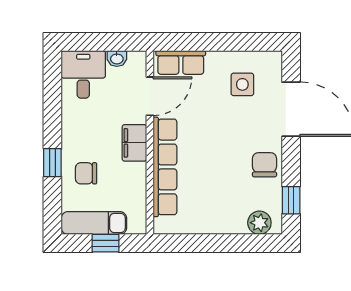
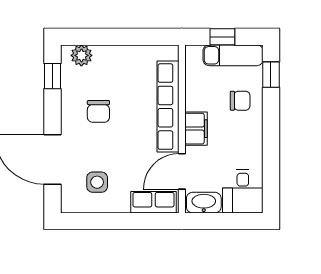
washbasin: (117, 58) -> (204, 203), width x1.91, depth x1.45
window: (52, 163) -> (271, 75), moved
chair: (264, 165) -> (98, 111), moved

